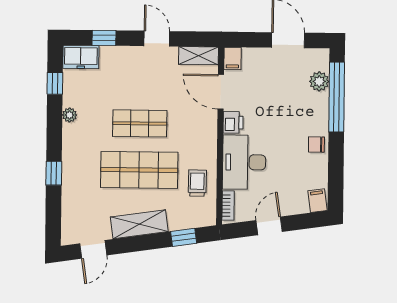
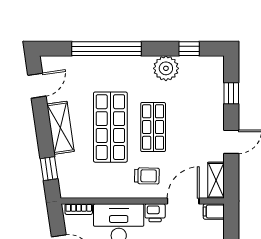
freezer: (81, 57) -> (214, 72), removed
plant: (70, 115) -> (166, 68), width x1.87, depth x1.87
window: (54, 173) -> (106, 49), width x3.17
trolley: (197, 183) -> (147, 176), moved
door: (93, 249) -> (37, 86), swing flipped

